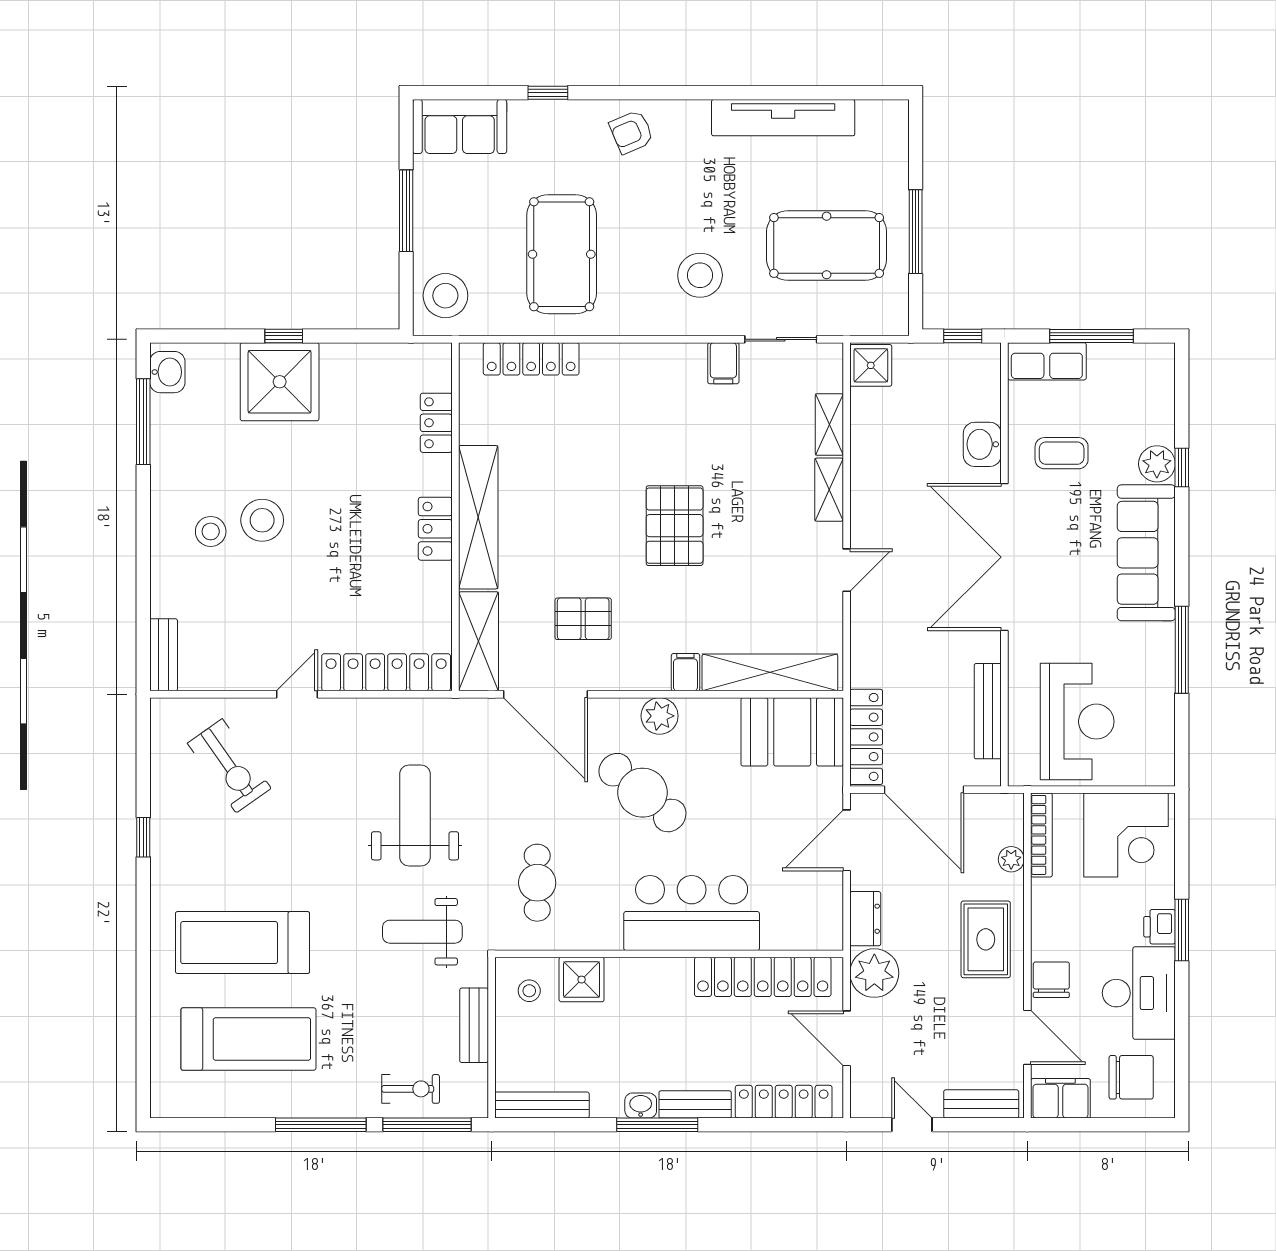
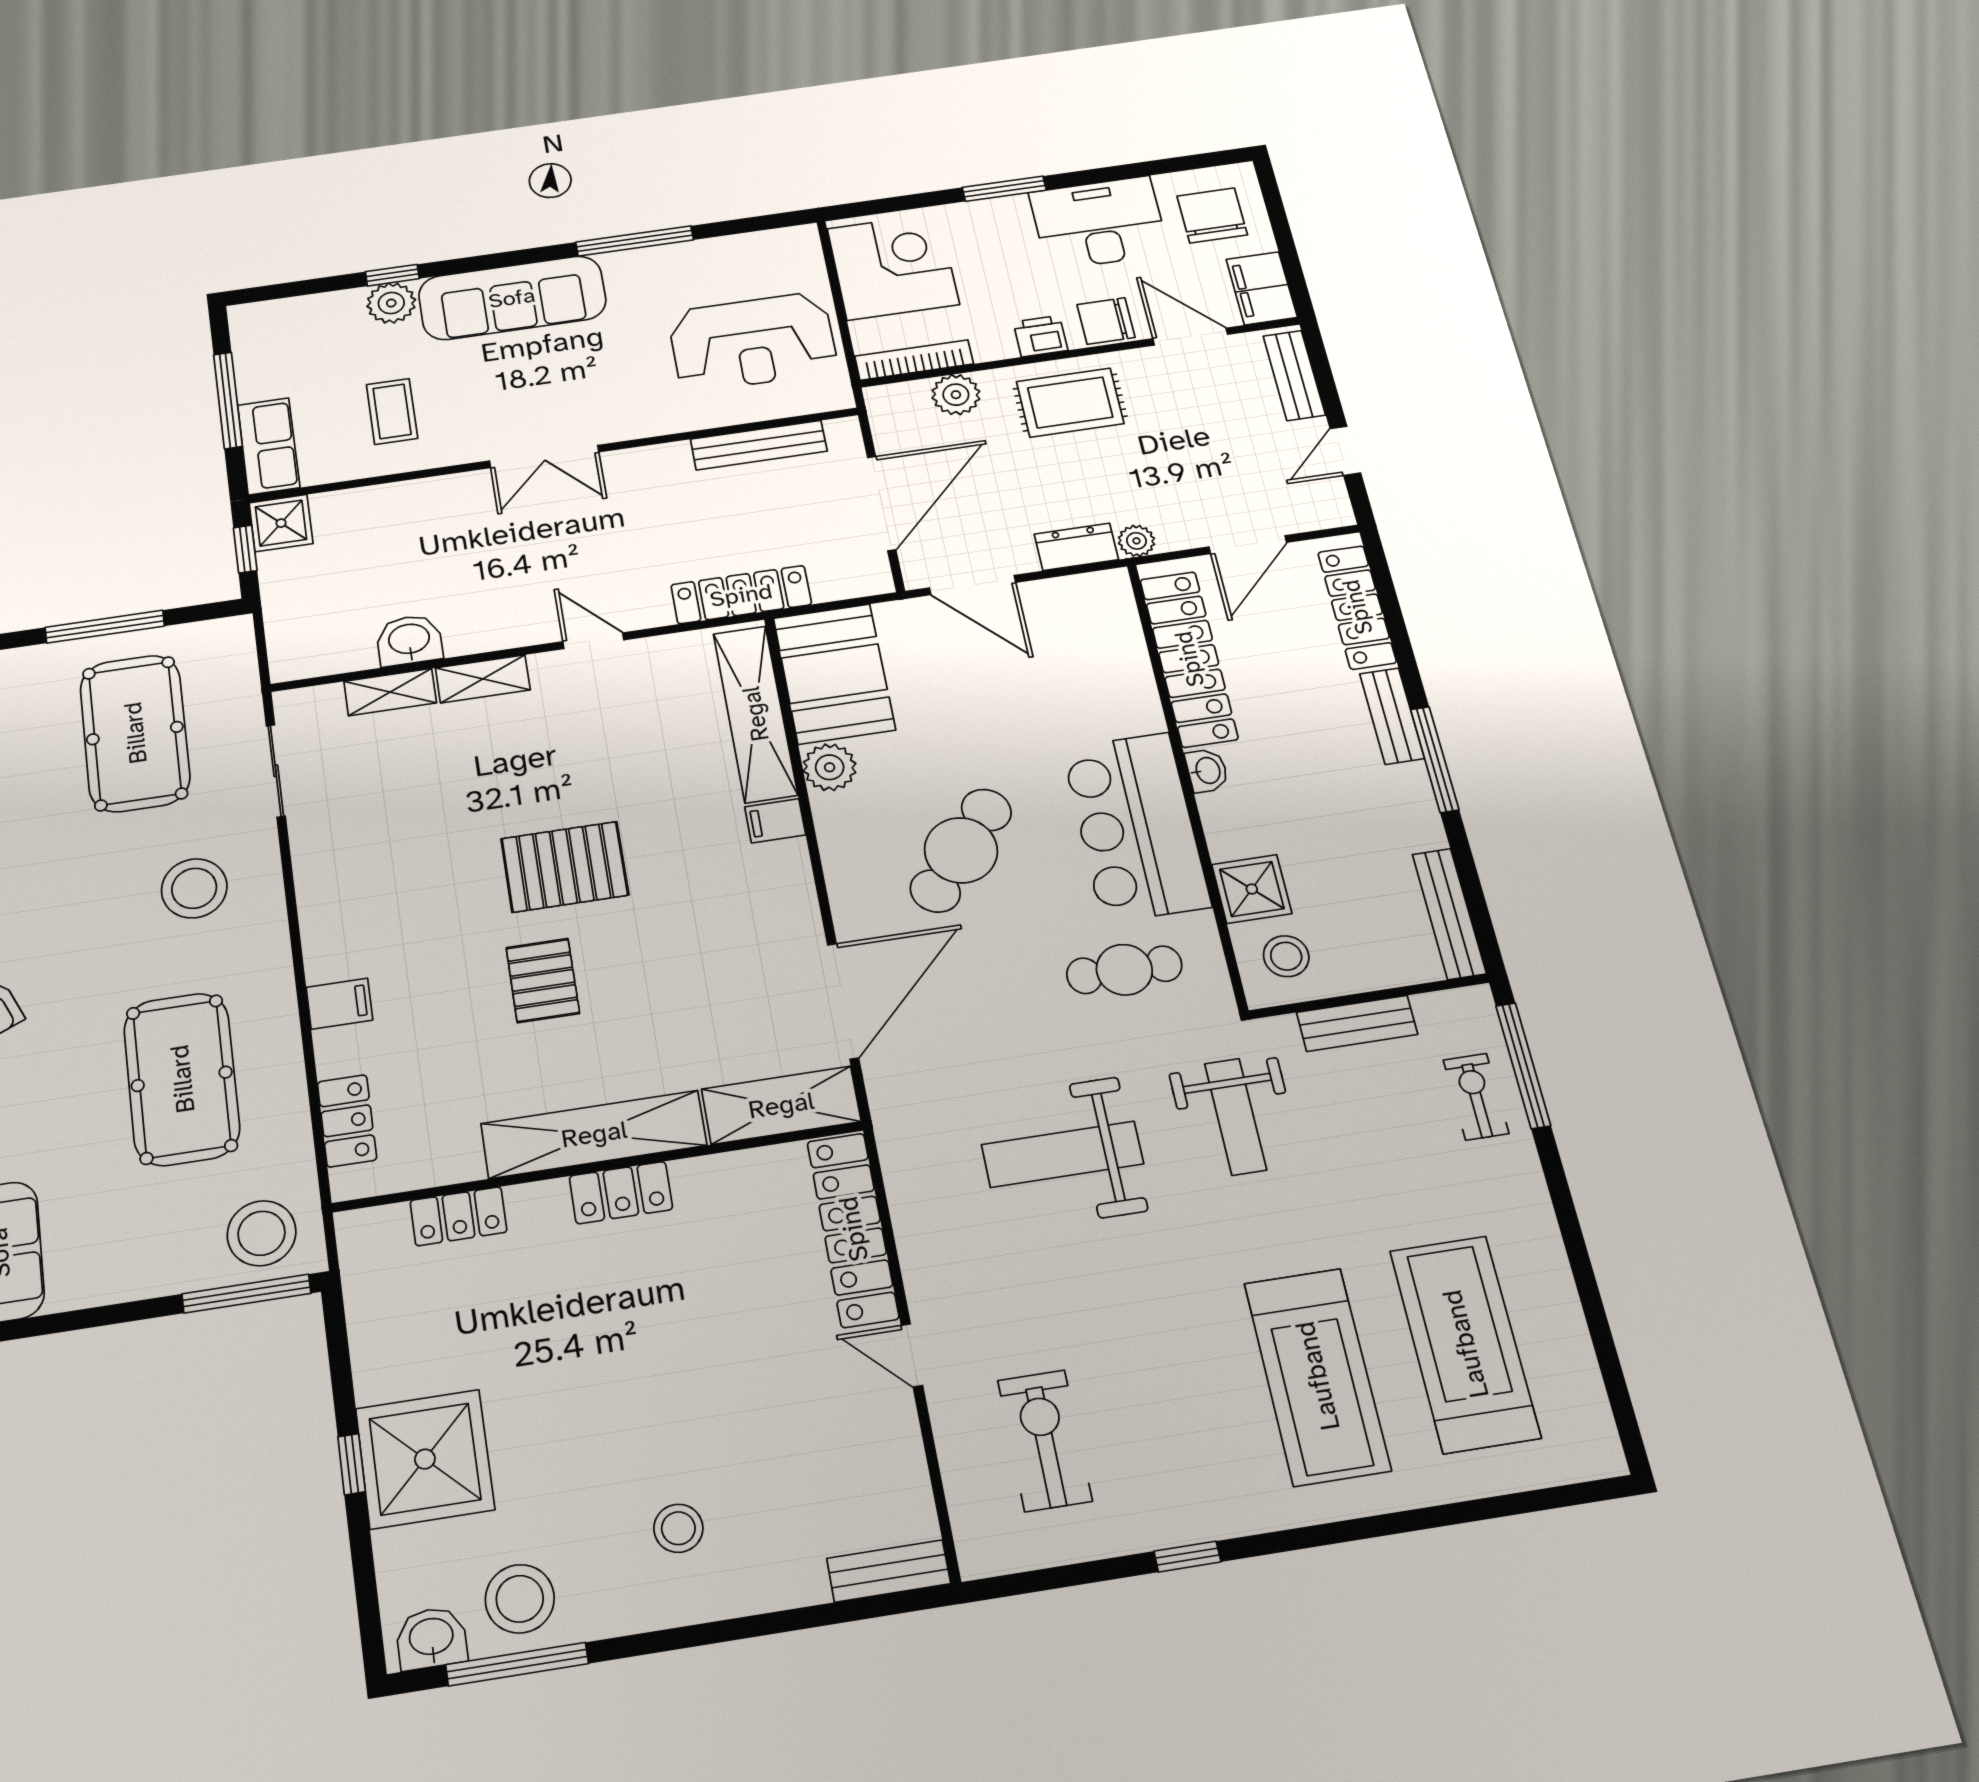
window: (406, 211) -> (246, 1294), moved
pool table: (562, 254) -> (182, 1079), turned 90
locker: (531, 359) -> (347, 1121), width x0.66
filing cabinet: (723, 363) -> (339, 1004), moved
shower: (871, 365) -> (281, 523), moved
washbasin: (982, 444) -> (409, 640), moved, turned 180
stool: (262, 520) -> (520, 1599), moved
double door: (1004, 557) -> (544, 456), width x0.54
pallet: (583, 619) -> (543, 980), moved
plant: (660, 716) -> (830, 767), moved
reception desk: (1077, 722) -> (753, 342), turned 180
locker: (866, 737) -> (741, 595), moved
exercise bike: (229, 766) -> (1045, 1440), turned -55
plant: (1011, 859) -> (956, 395), width x1.38, depth x1.38
bar counter: (692, 913) -> (1136, 827), moved
printer: (1160, 927) -> (1040, 336), moved, turned 180
plant: (874, 973) -> (1136, 541), width x0.53, depth x0.53
stool: (529, 991) -> (1286, 956), width x1.37, depth x1.37
door: (1027, 1037) -> (1190, 337), hinge flipped
washbasin: (641, 1106) -> (1207, 771), moved, turned 180
window: (321, 1125) -> (1567, 1216), removed

